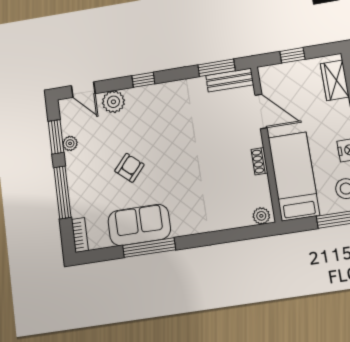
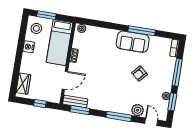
window: (143, 80) -> (119, 116), width x2.17
door: (261, 111) -> (65, 80), swing flipped
sofa: (139, 225) -> (133, 42), moved

